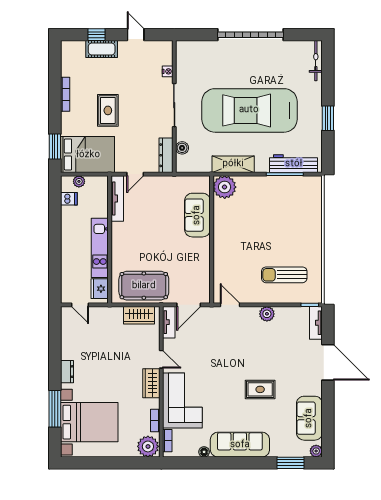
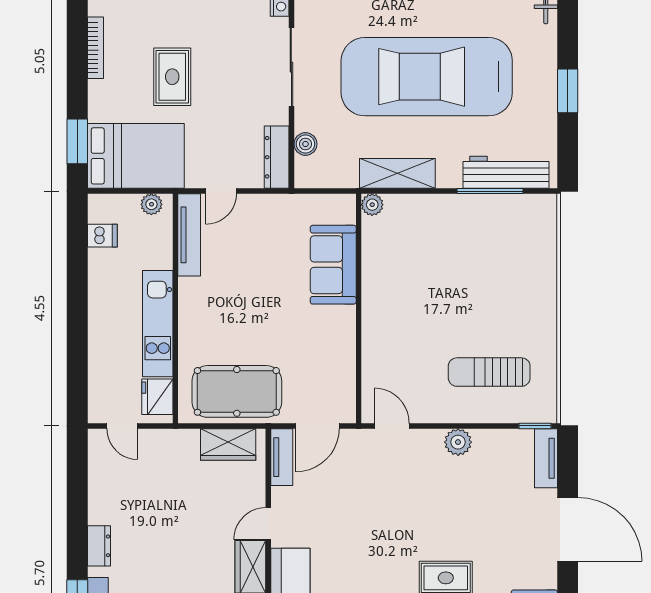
plant: (79, 181) -> (151, 204), moved
plant: (225, 187) -> (372, 205), width x0.53, depth x0.53
door: (161, 359) -> (268, 524), swing flipped

